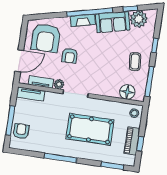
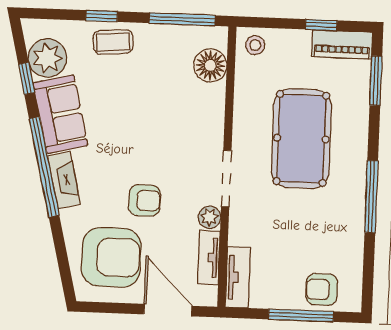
coffee table: (135, 62) -> (113, 42), moved
piano: (132, 141) -> (342, 44), moved

